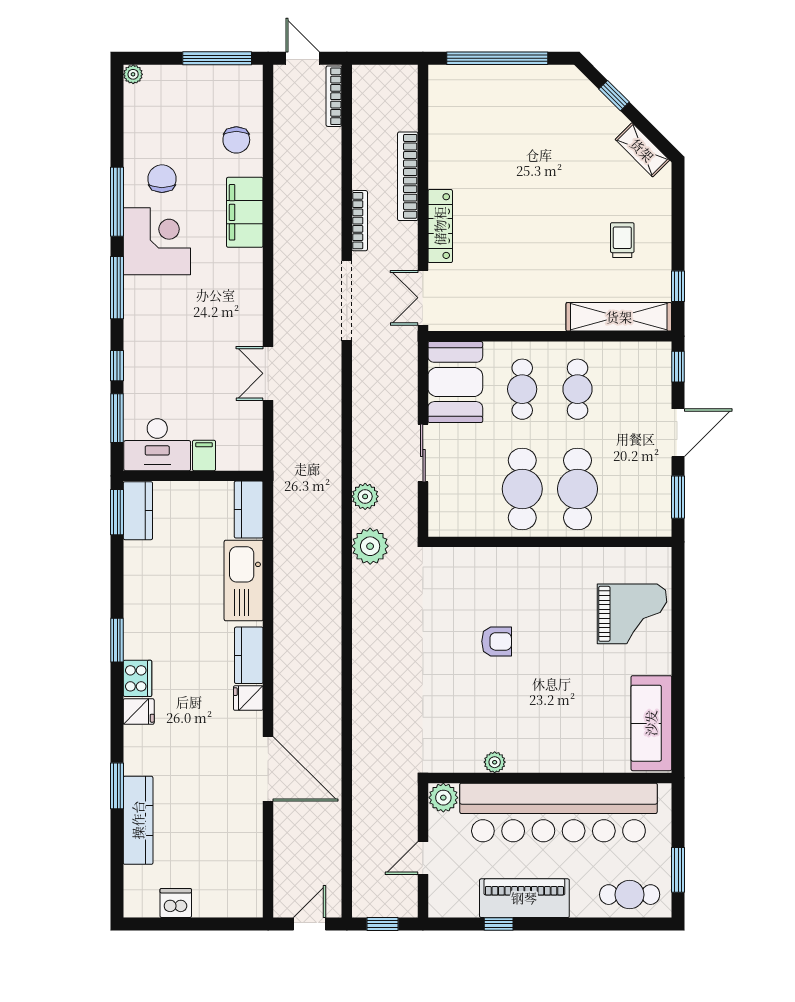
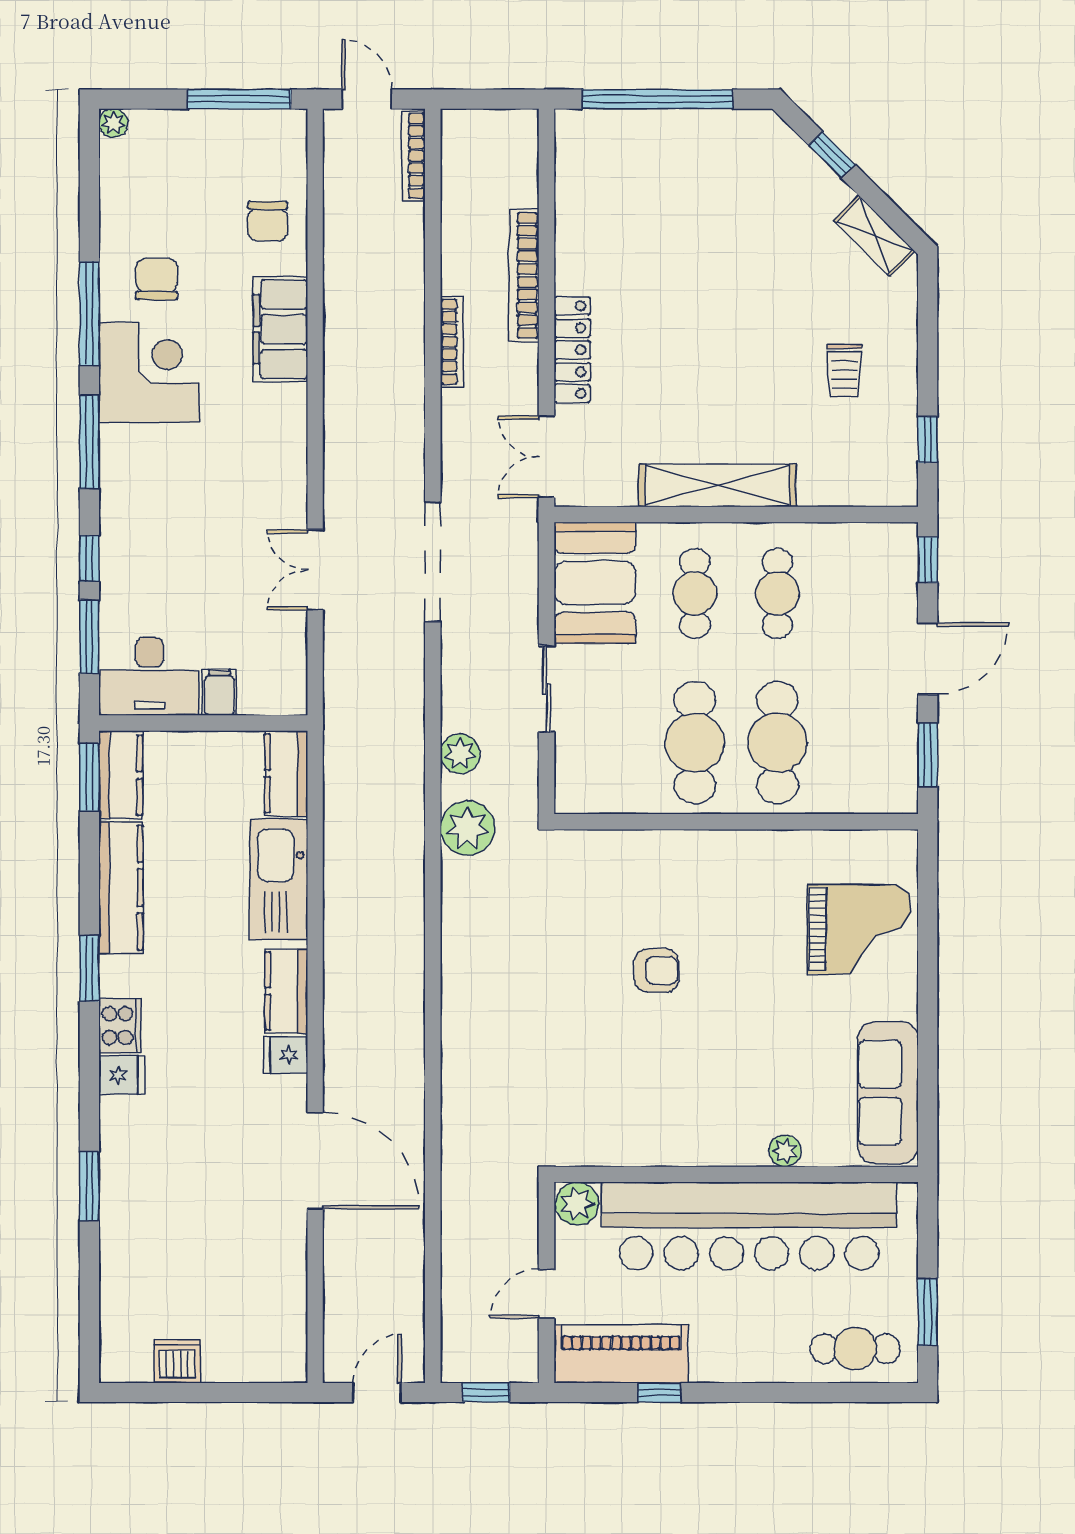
trolley: (622, 240) -> (844, 371), turned 180
doorway: (347, 301) -> (433, 562), moved
shelving: (619, 317) -> (717, 485), moved
plant: (495, 762) -> (785, 1151), moved
kitchen counter: (138, 820) -> (121, 888), moved
piano: (524, 898) -> (621, 1354), moved

